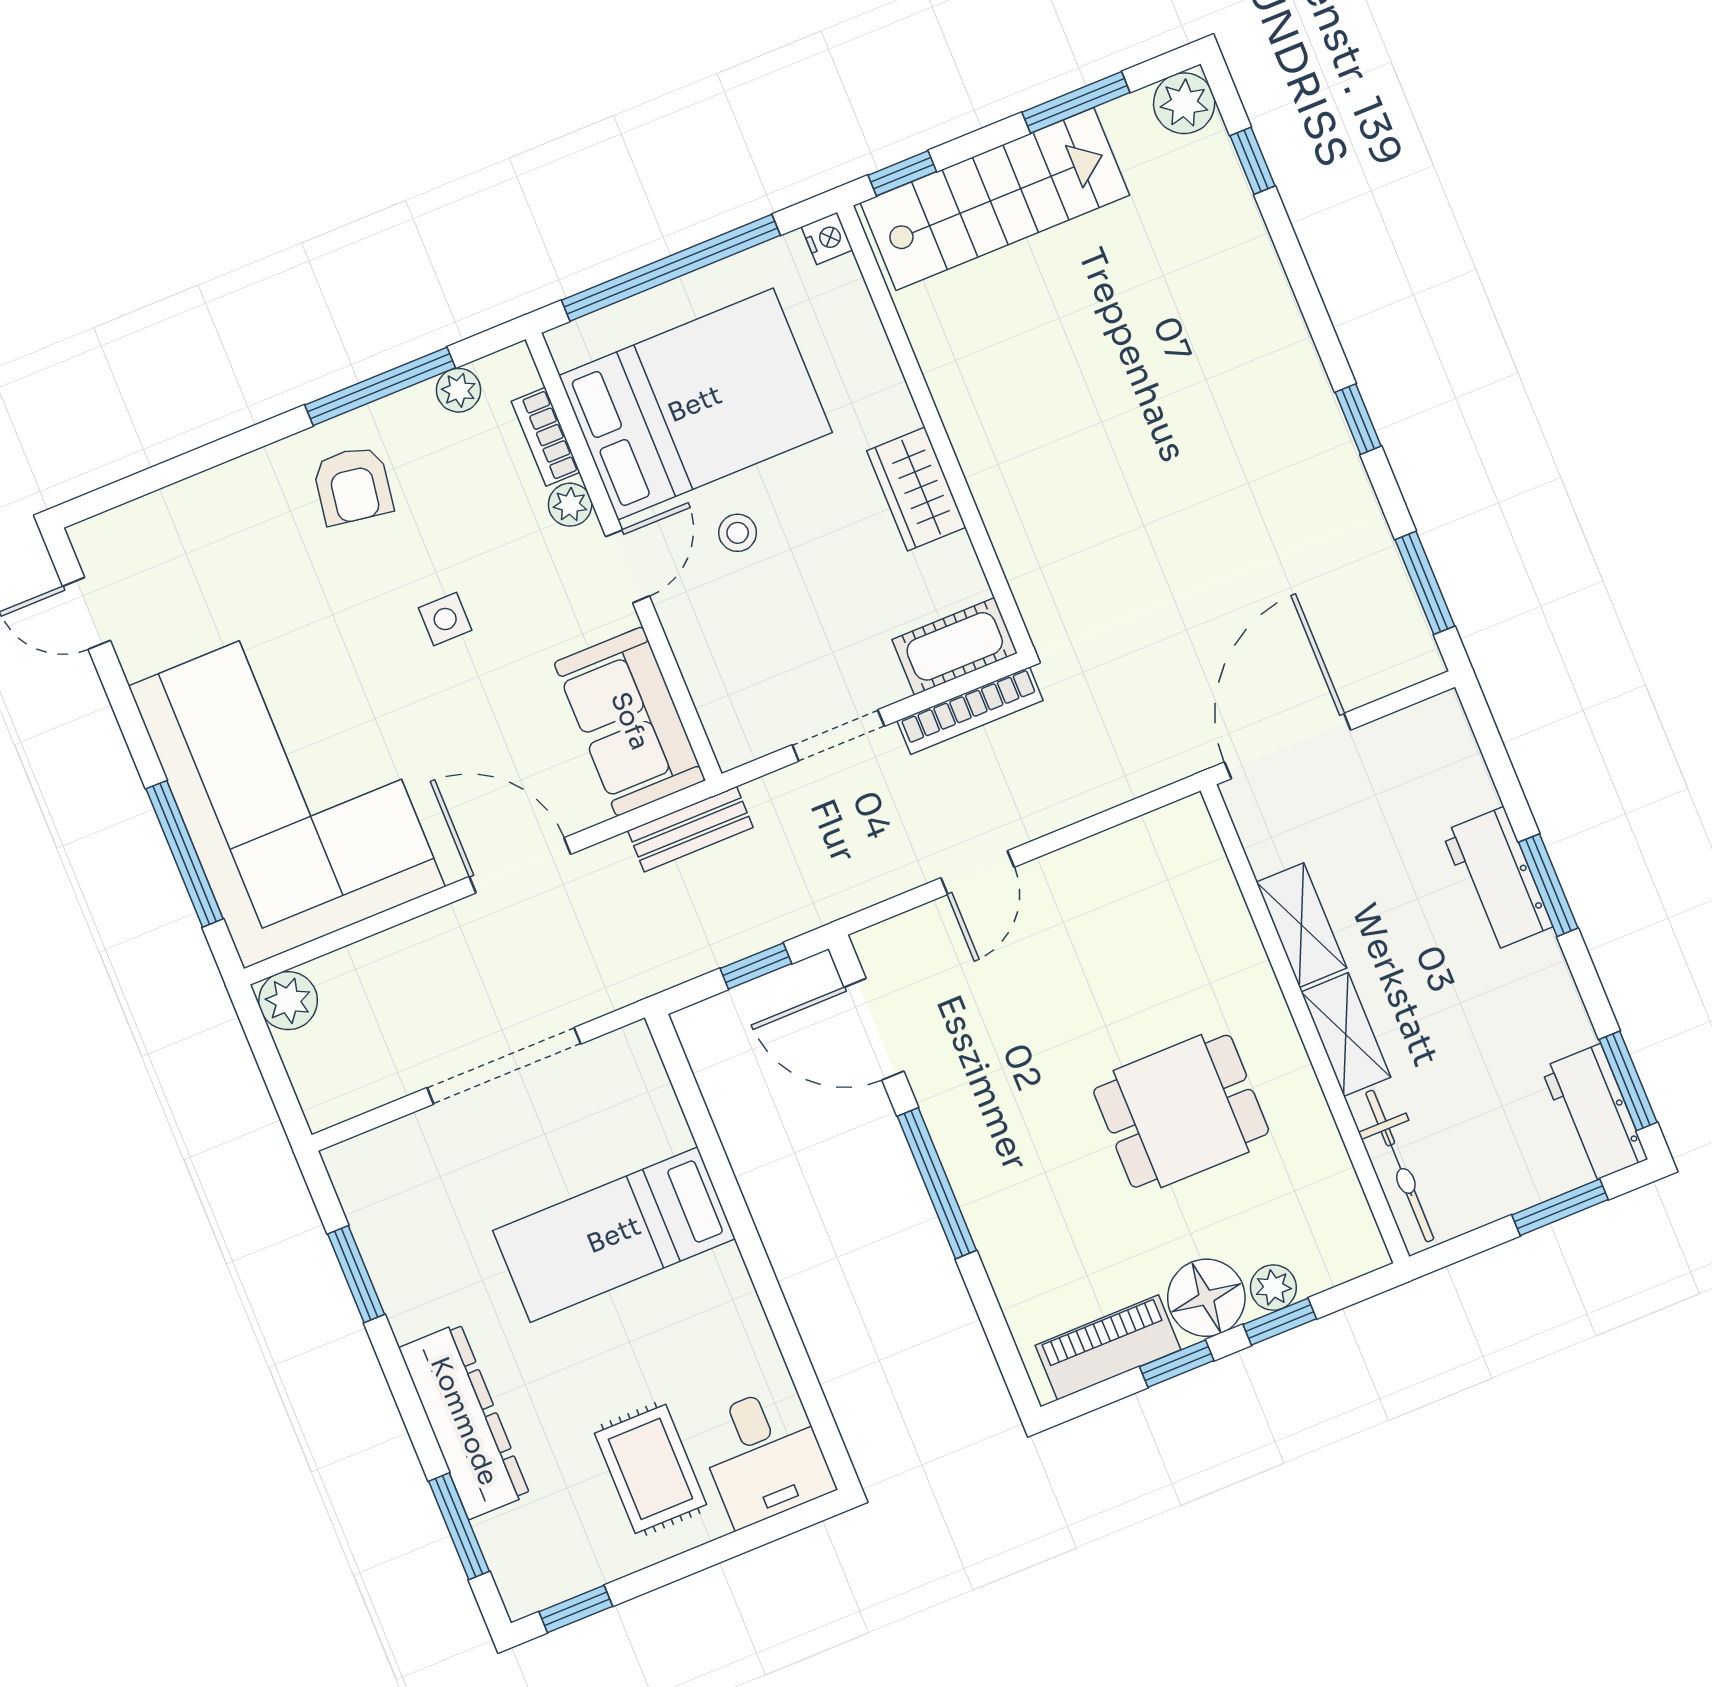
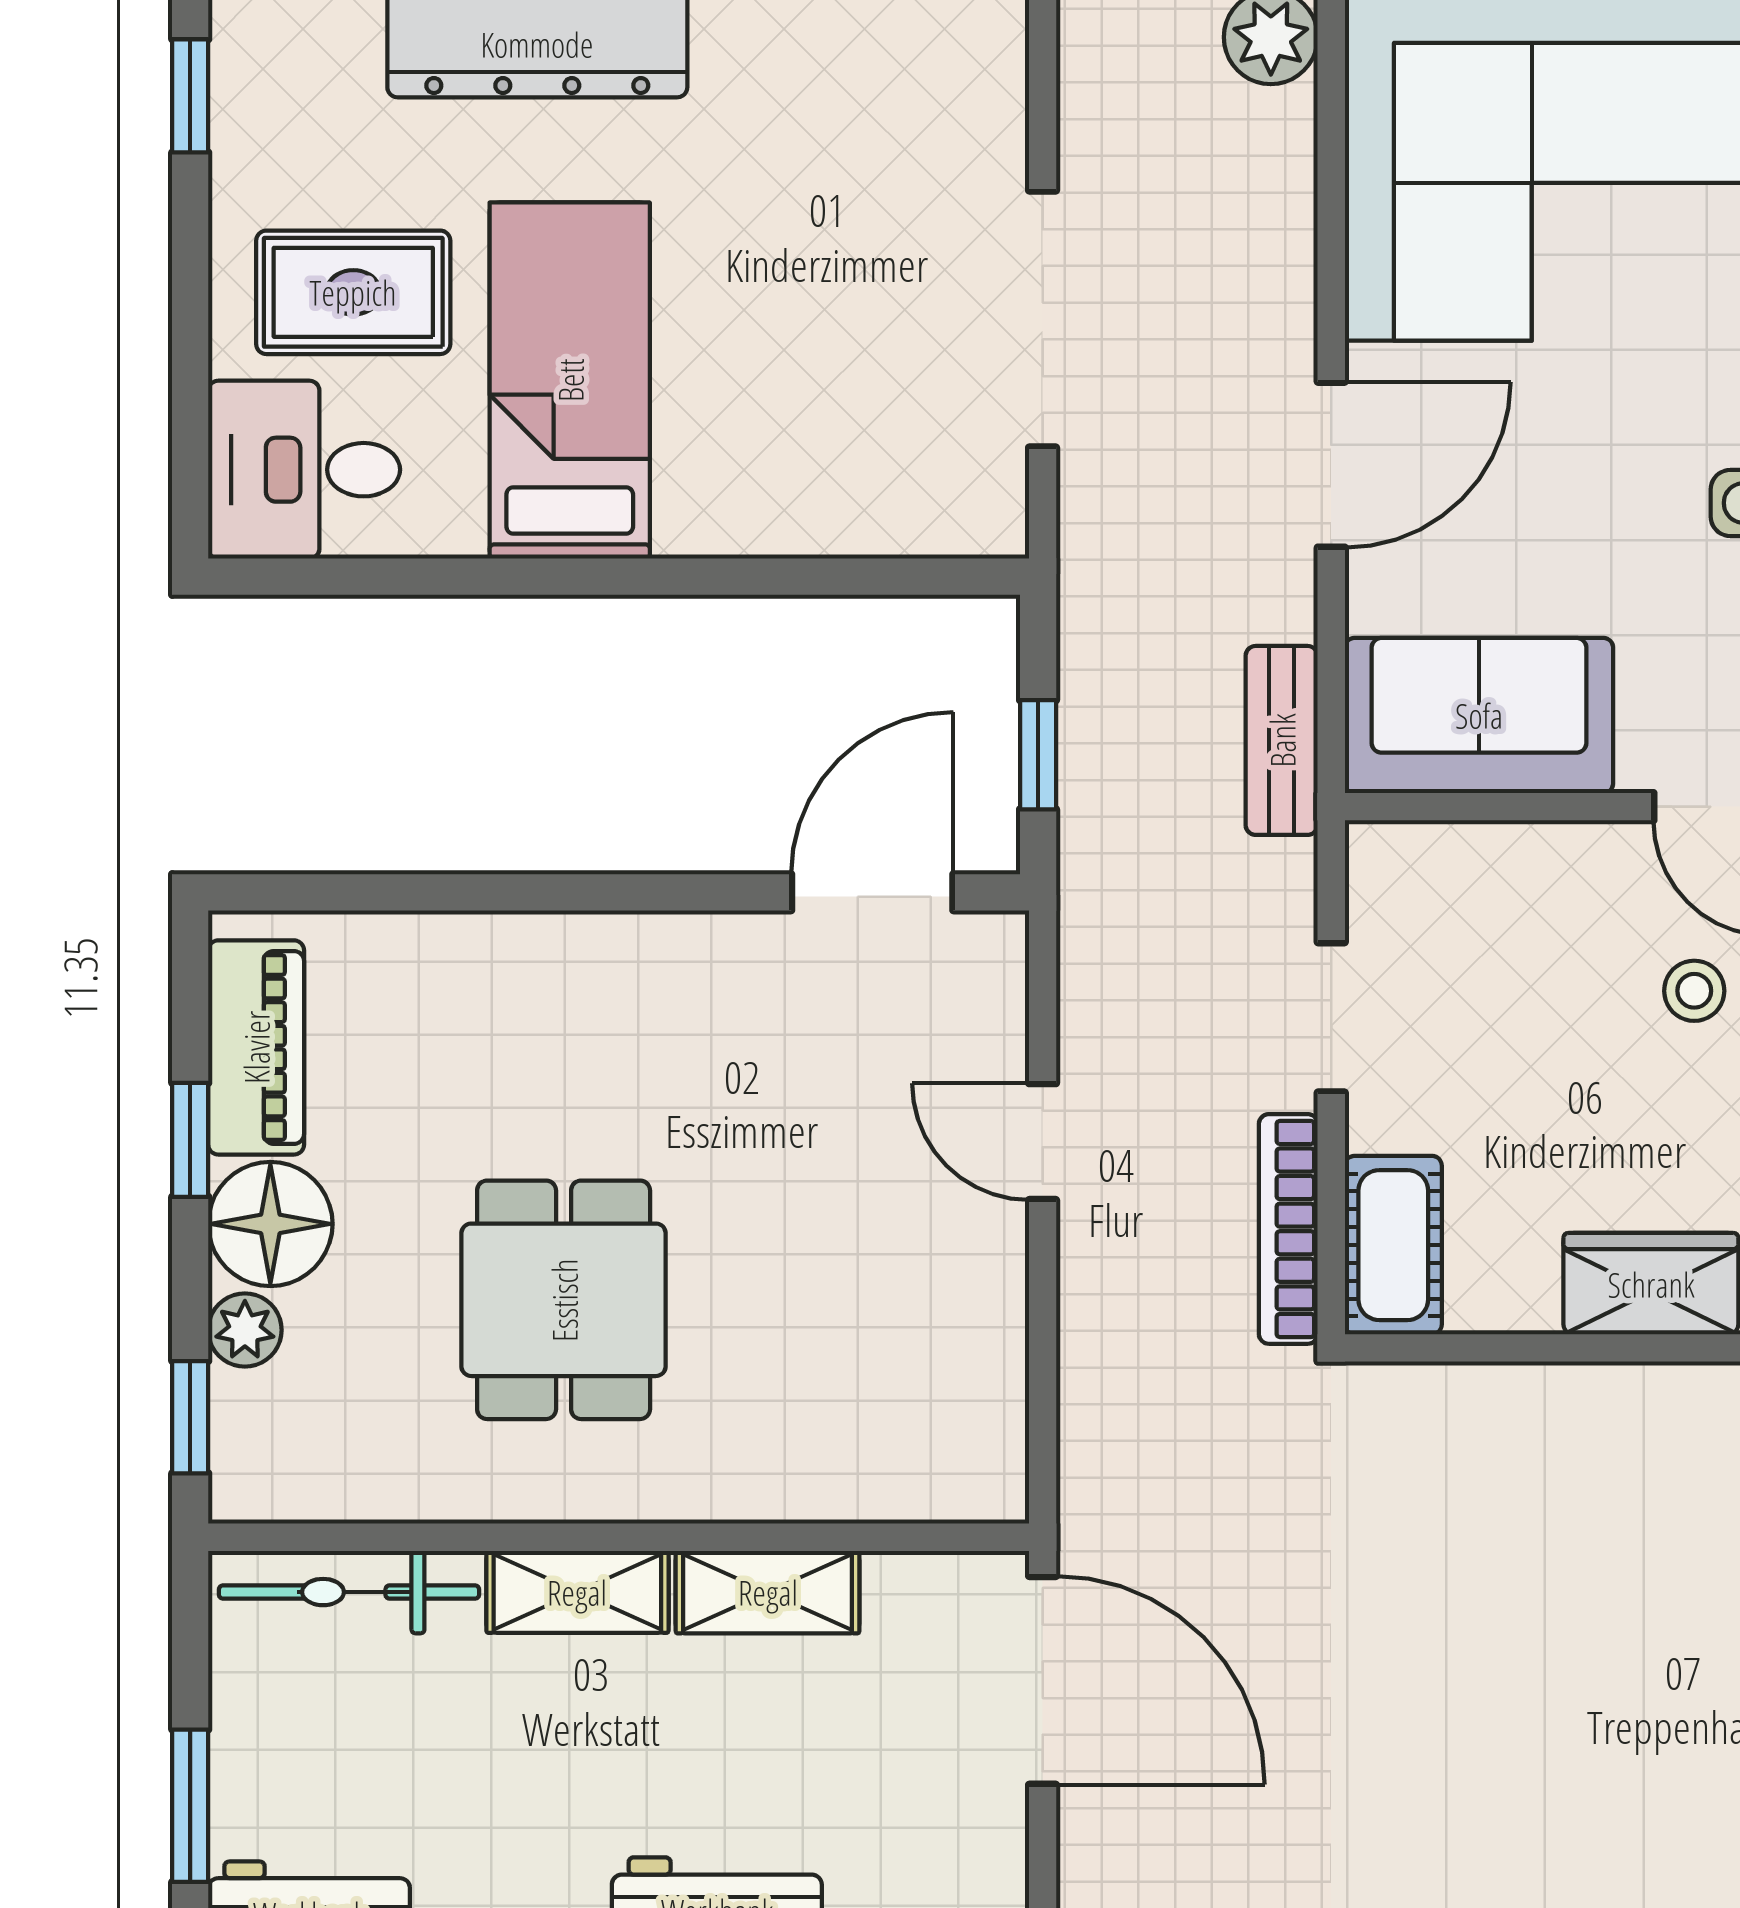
window: (937, 1183) -> (604, 892), removed
bed: (614, 1235) -> (570, 380), moved
window: (1280, 1322) -> (190, 1417), moved

